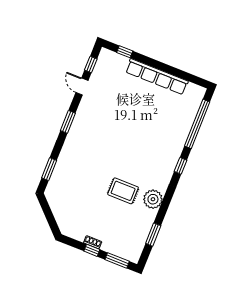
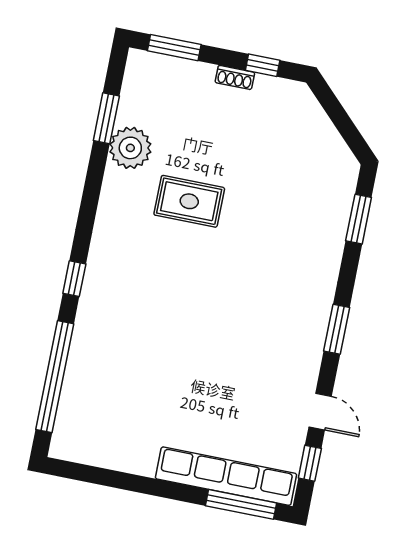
window: (125, 52) -> (241, 504), width x2.17
row of seats: (157, 77) -> (226, 476), moved
plant: (153, 199) -> (130, 148), moved
window: (92, 250) -> (263, 65), moved

